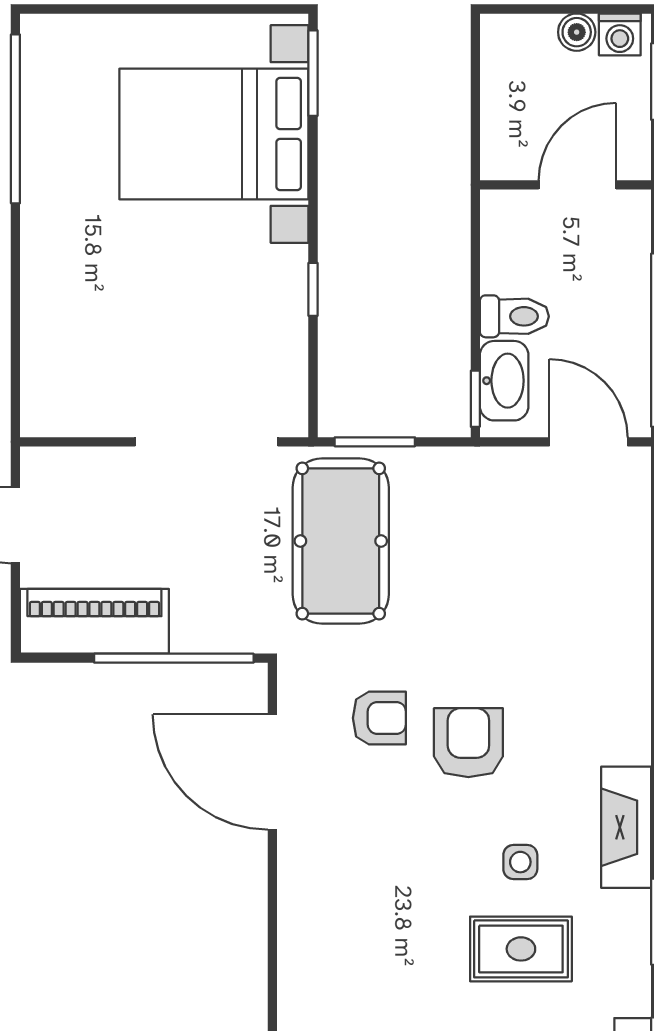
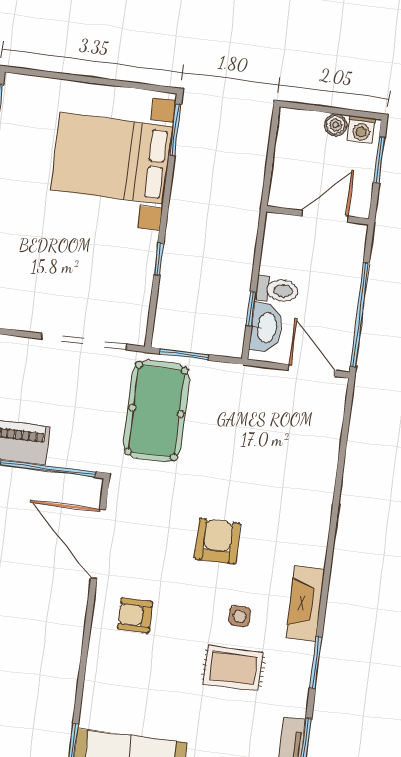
window: (475, 399) -> (251, 309), moved
armchair: (379, 718) -> (135, 615), moved, turned 180

